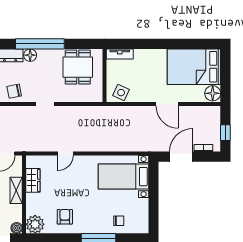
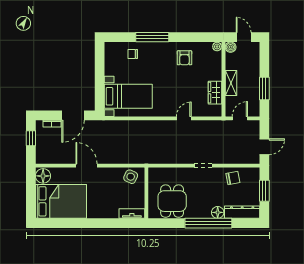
plant: (35, 224) -> (217, 47), width x0.53, depth x0.53

